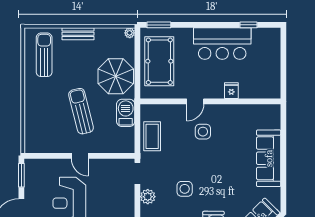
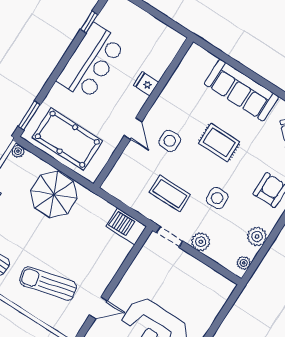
sun lounger: (81, 111) -> (48, 283), moved
barbecue: (126, 113) -> (126, 226), moved
coffee table: (152, 136) -> (170, 193), moved
door: (80, 156) -> (98, 308), moved
rug: (223, 166) -> (219, 142), added

